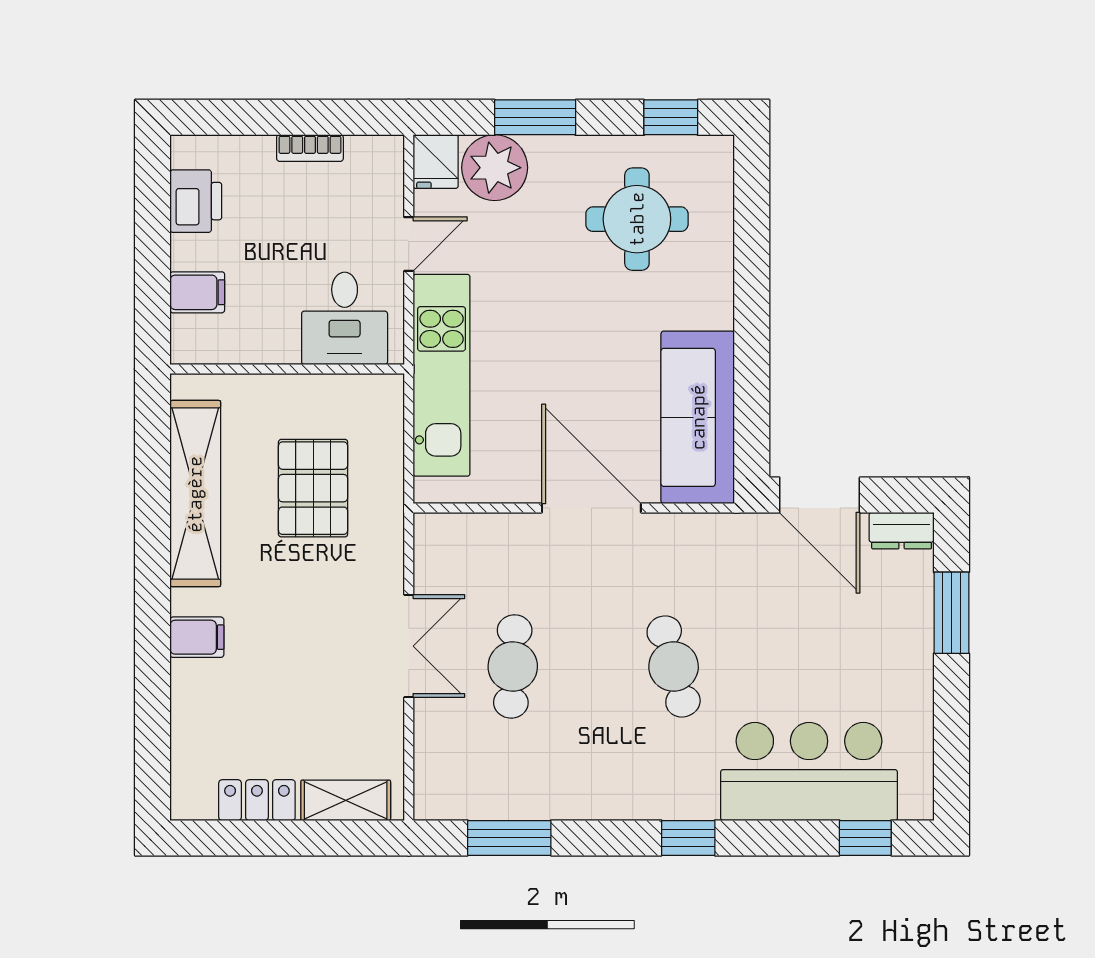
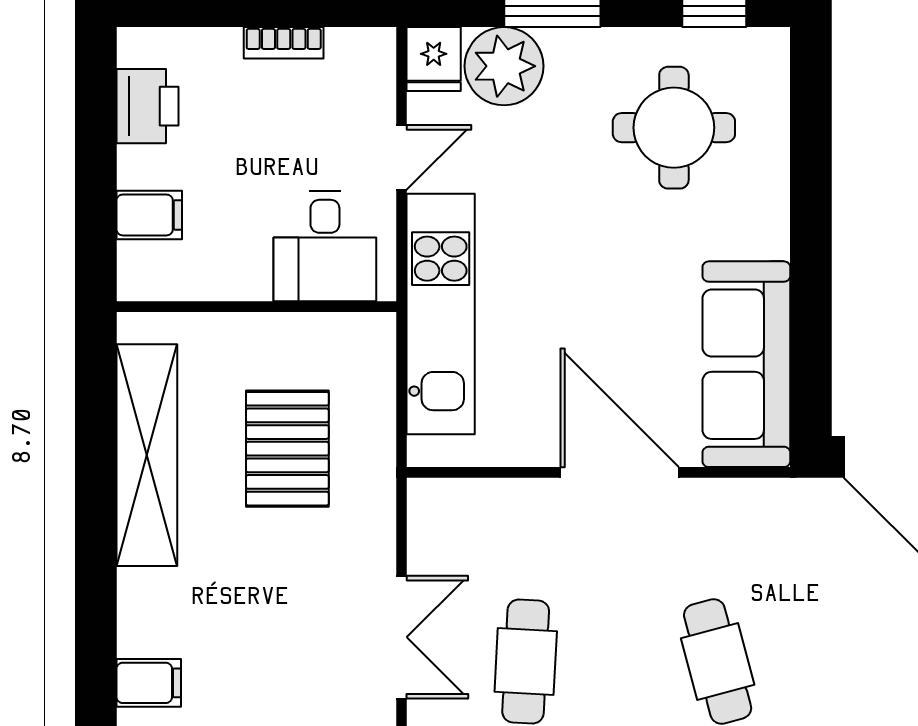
filing cabinet: (197, 637) -> (149, 683), moved

